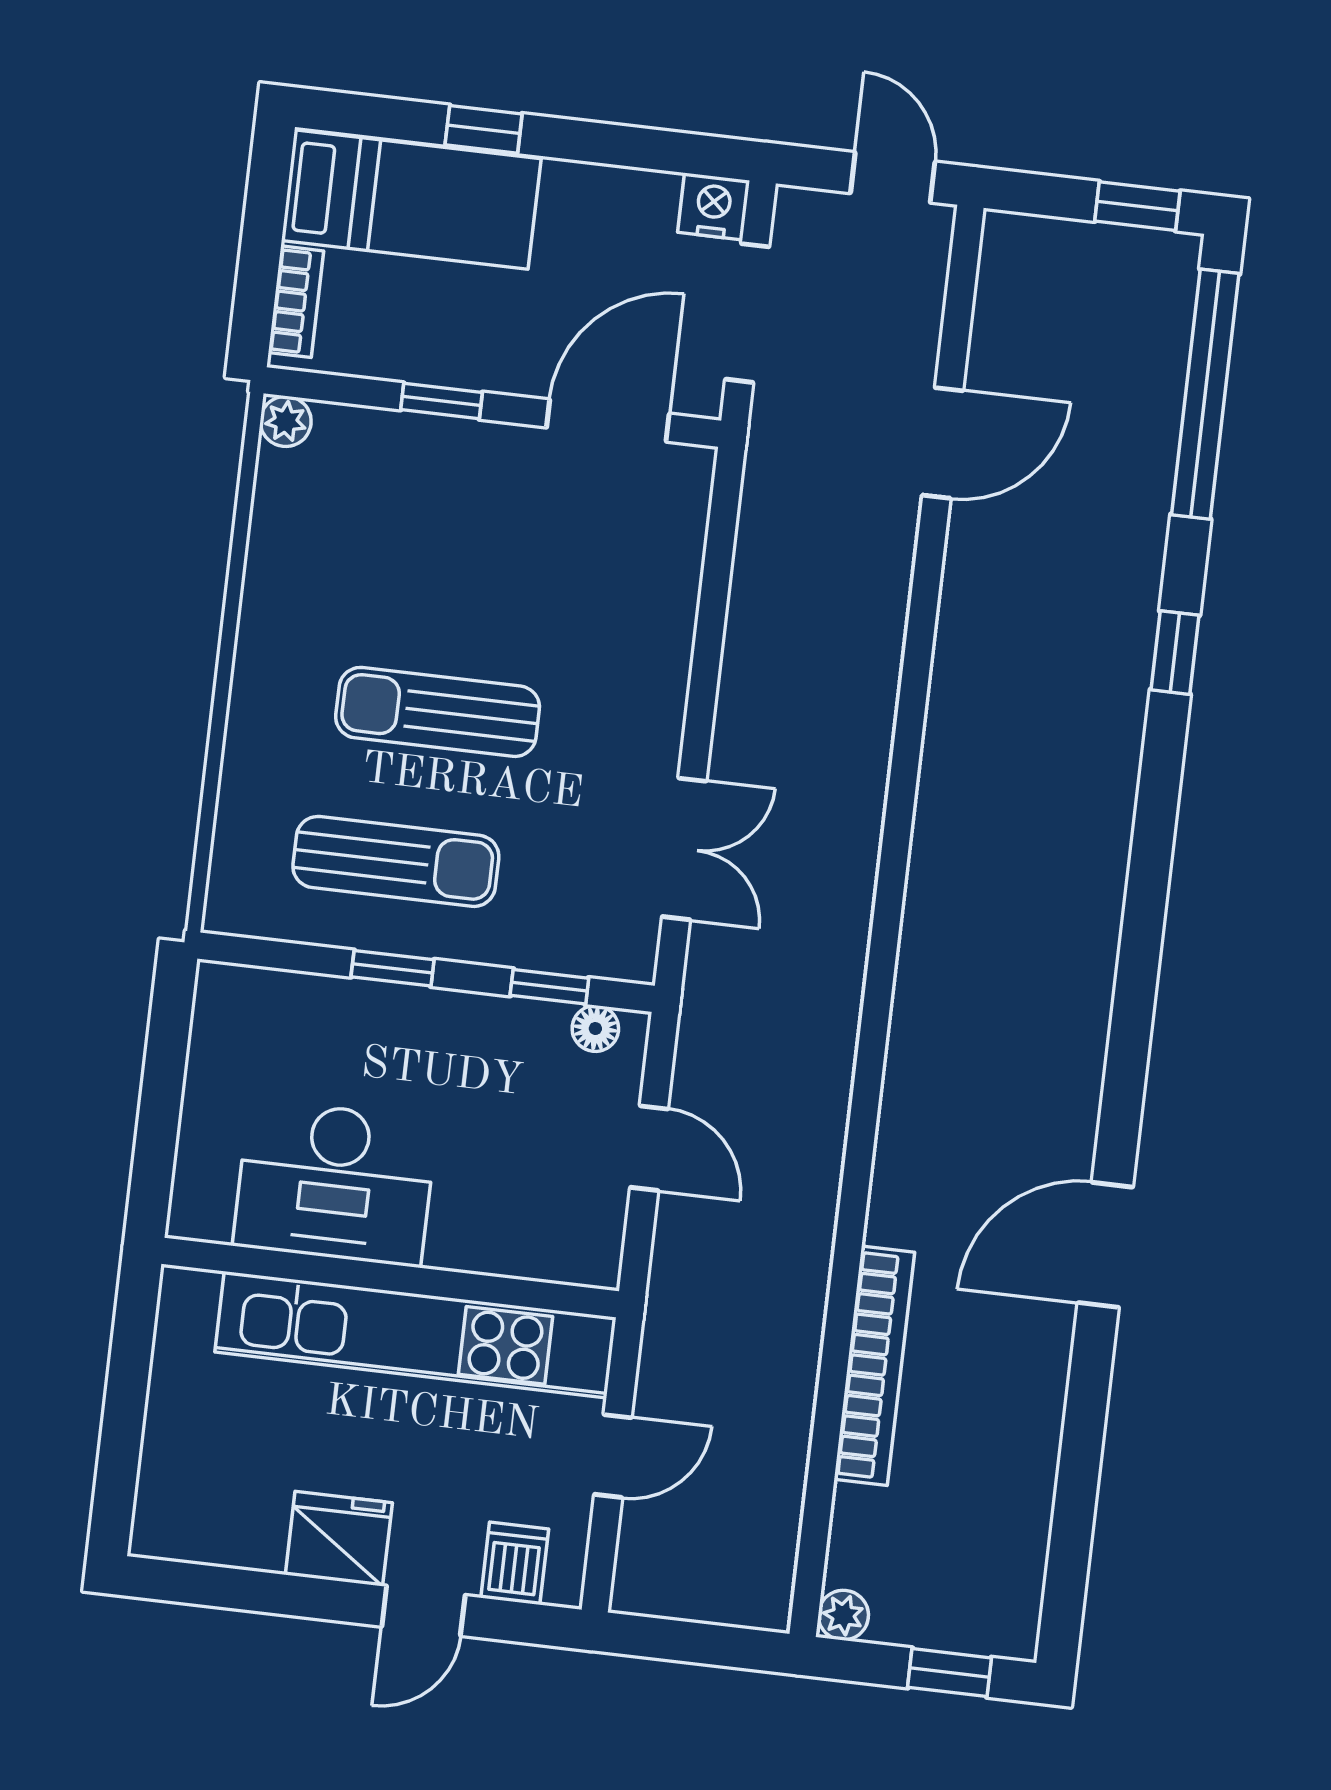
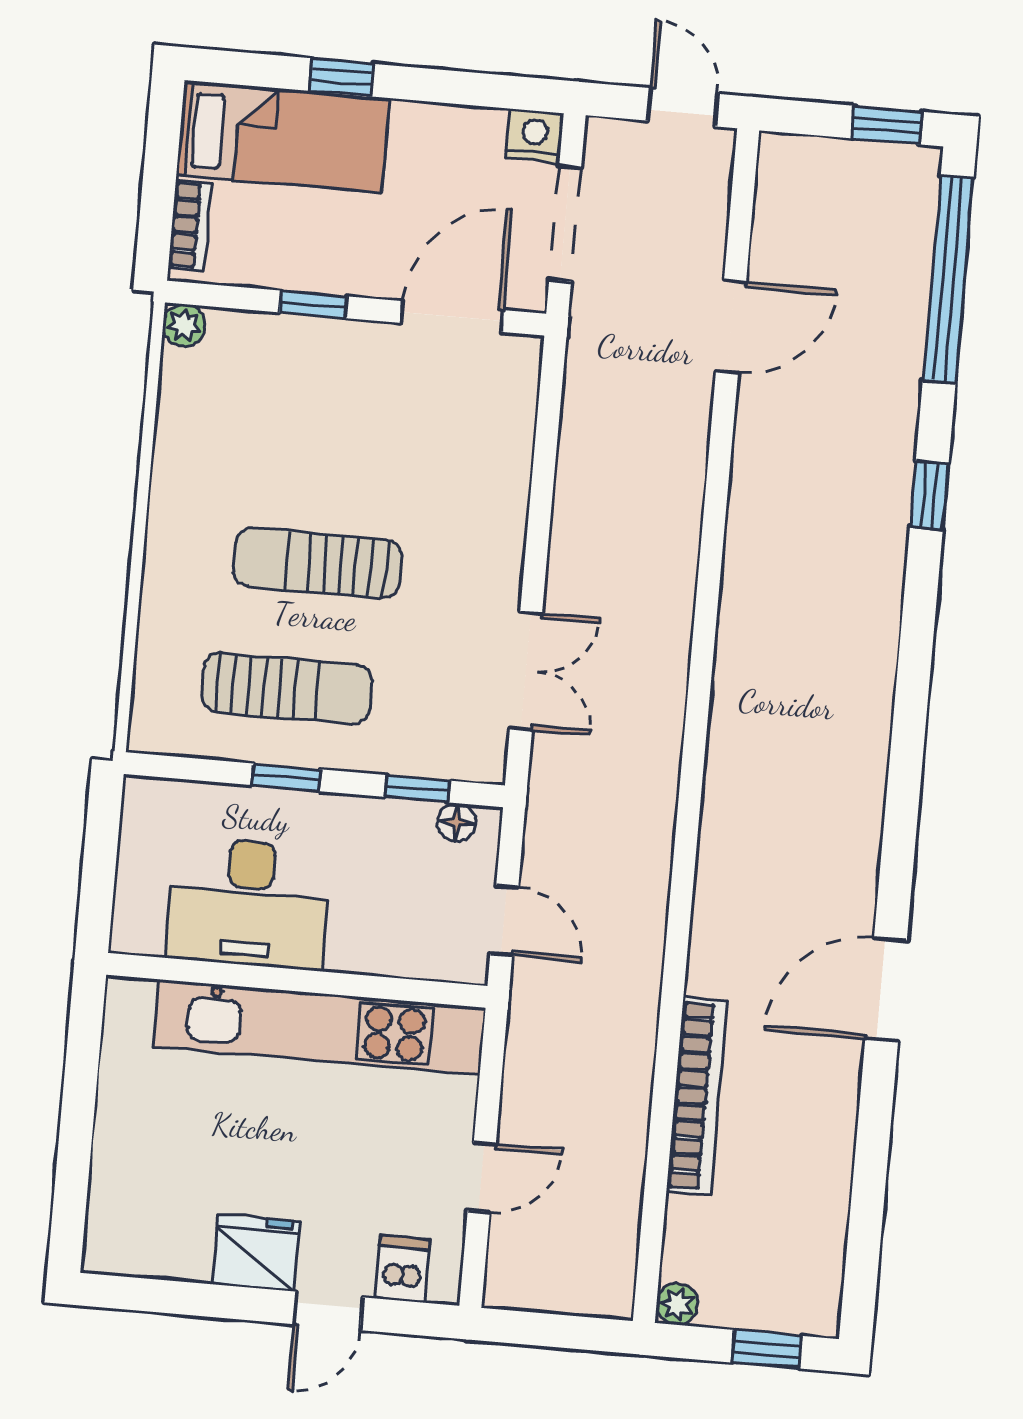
desk: (335, 1183) -> (249, 903), moved
wall: (390, 1278) -> (297, 980), moved
kitchen unit: (415, 1335) -> (319, 1027), moved

